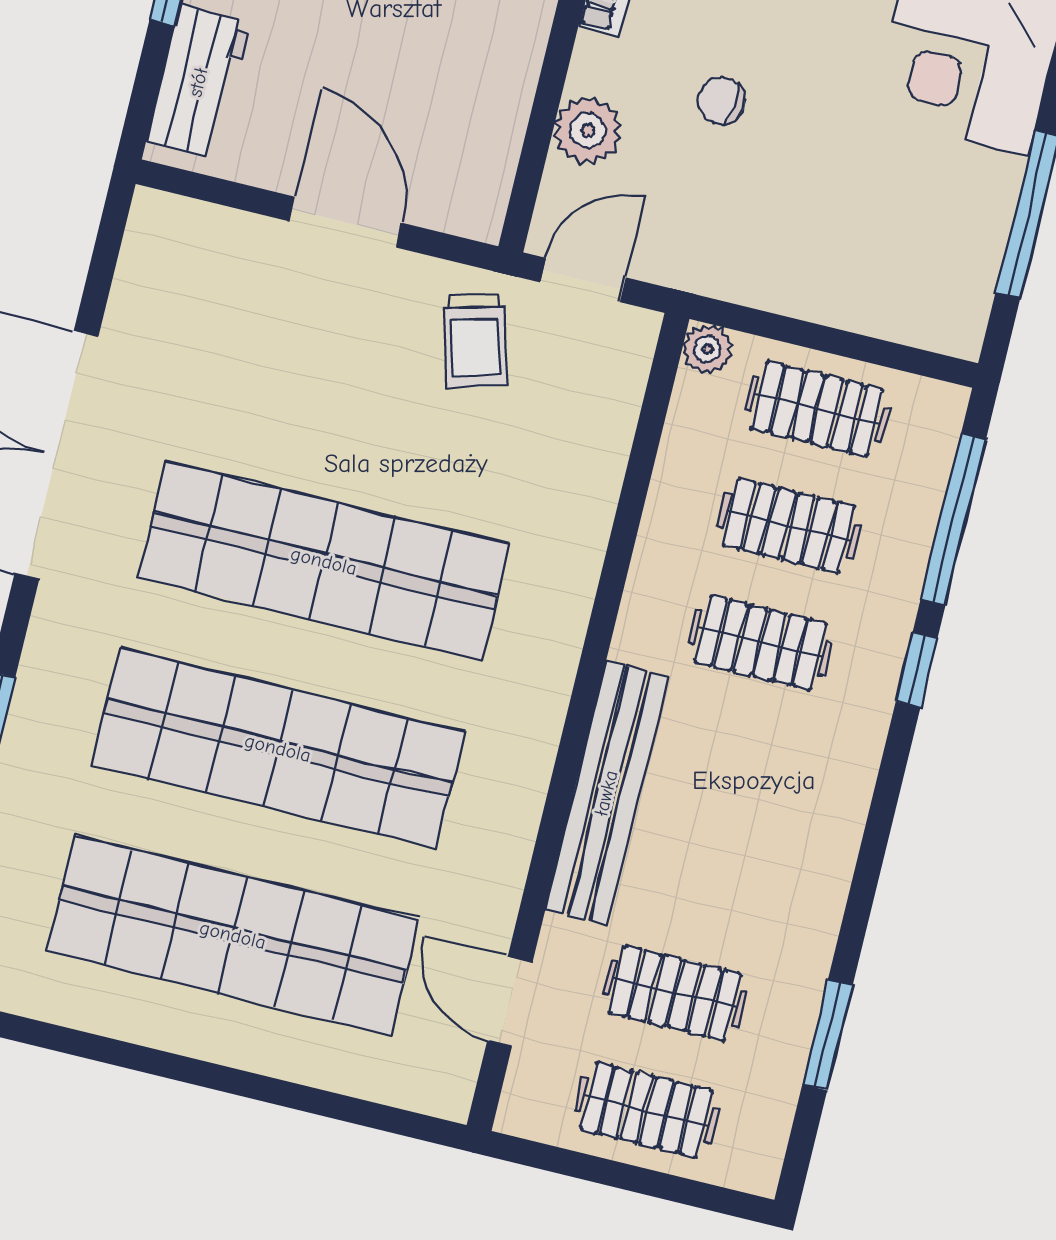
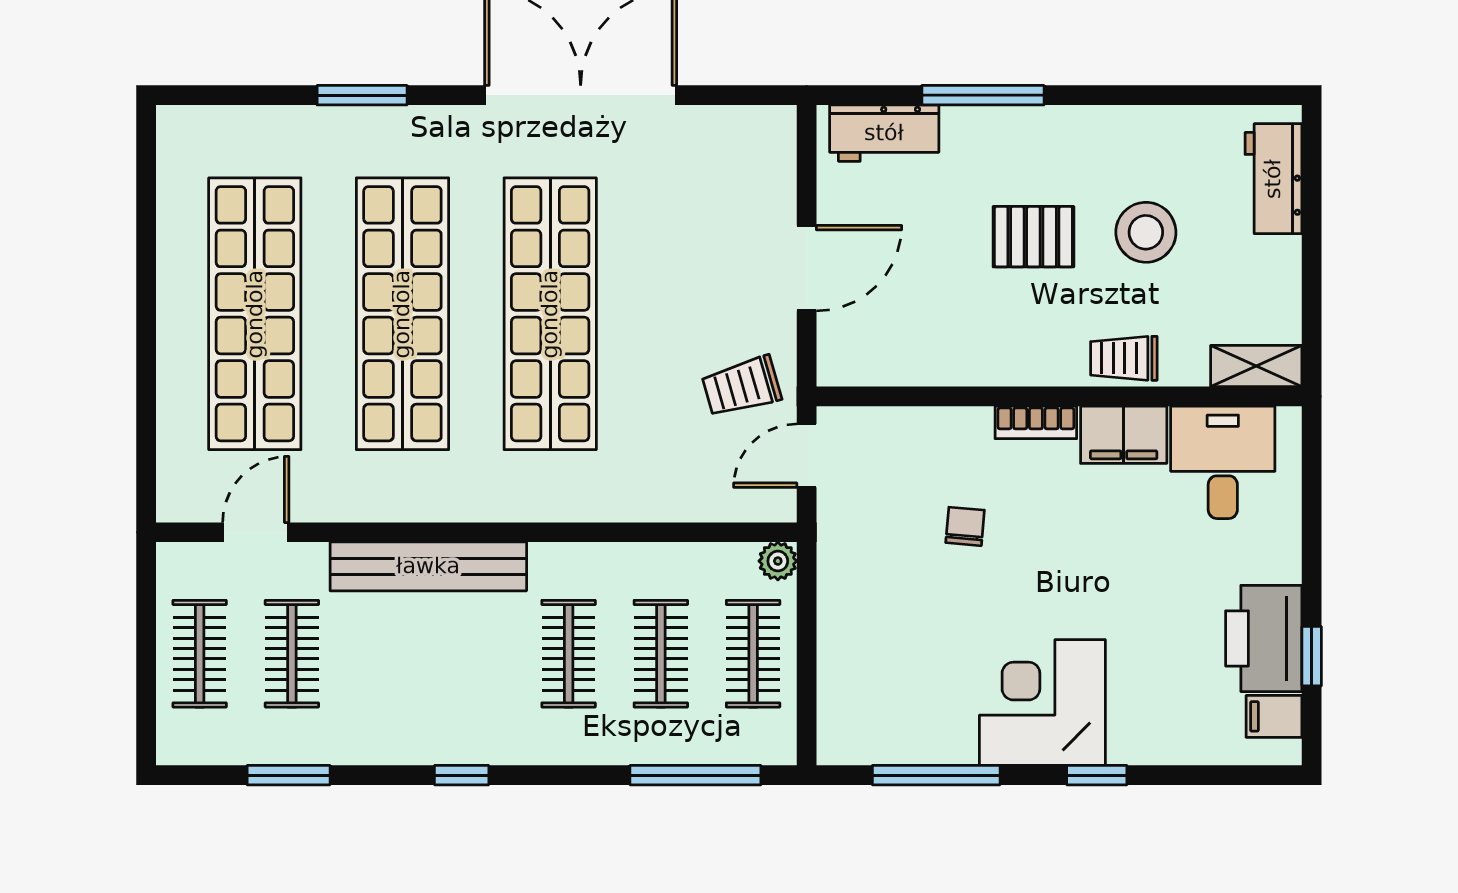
plant: (588, 130) -> (919, 432), removed
door: (583, 280) -> (807, 456), swing flipped
window: (917, 670) -> (462, 775), moved

